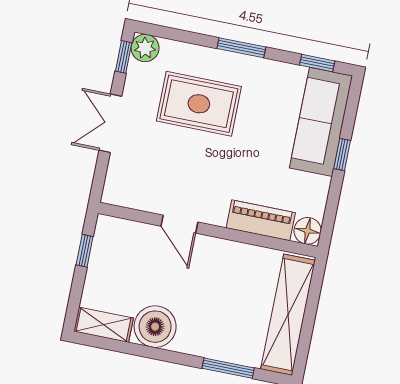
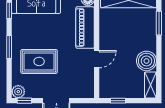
rug: (199, 104) -> (39, 61), turned 90
piano: (261, 220) -> (85, 28), width x1.37, depth x1.33

